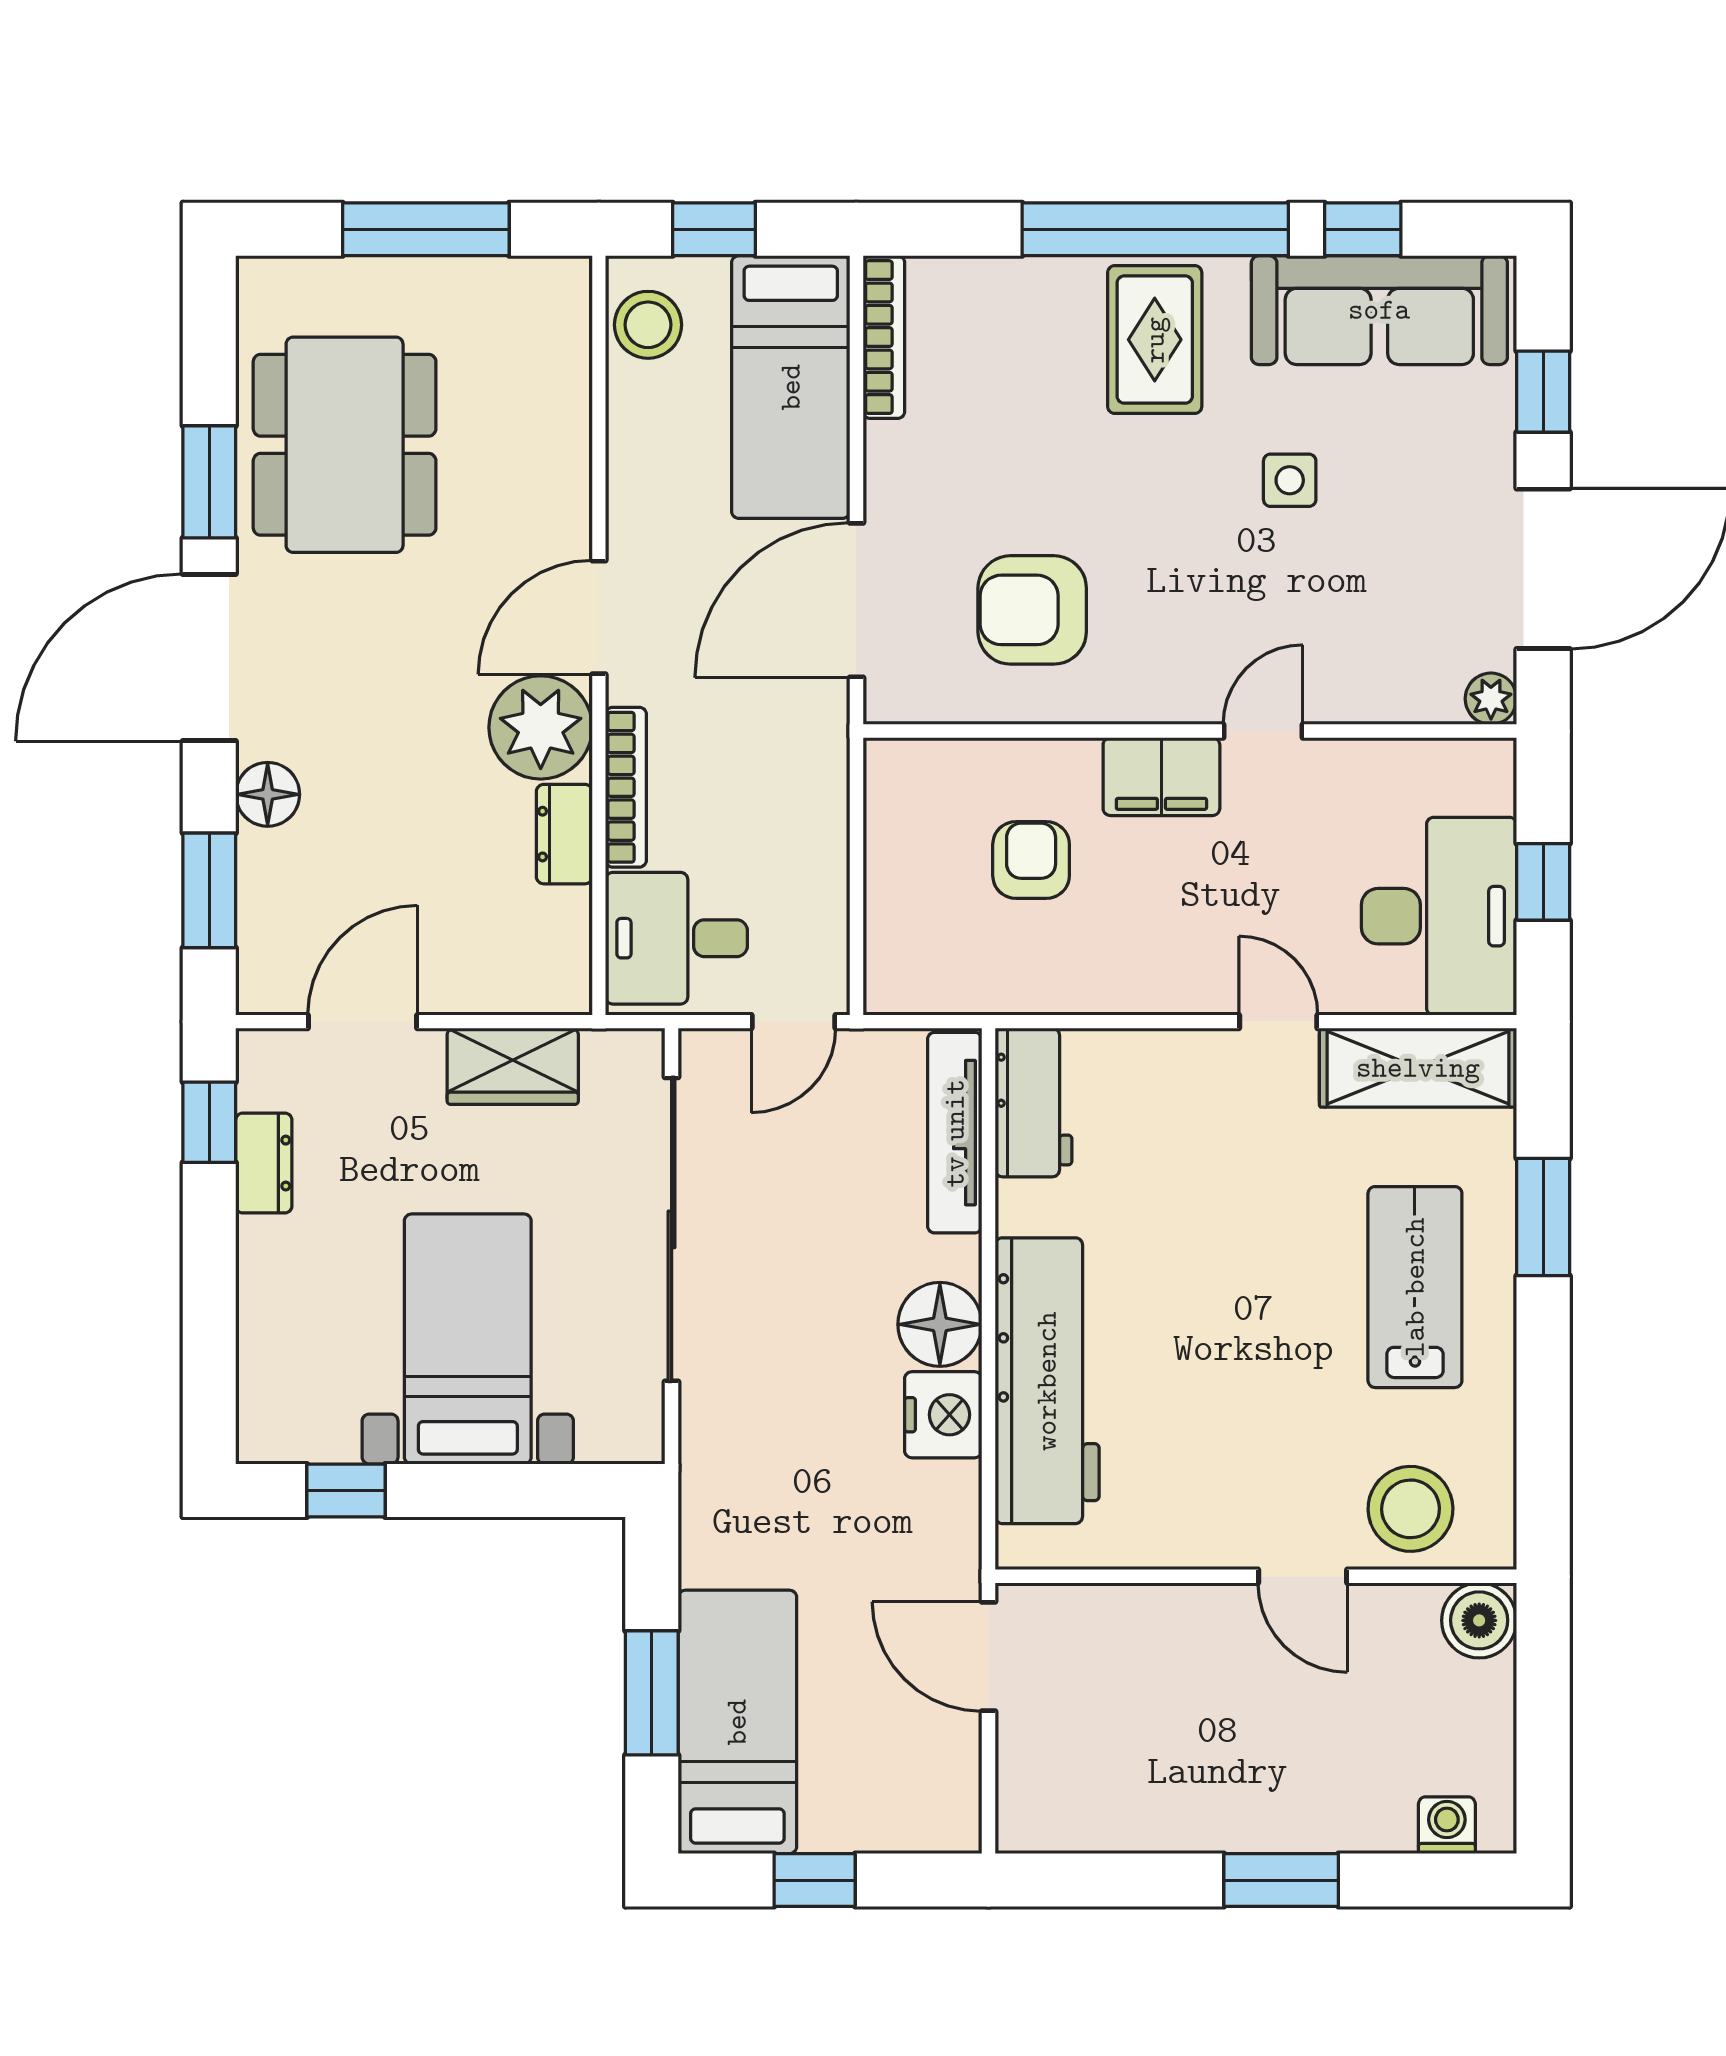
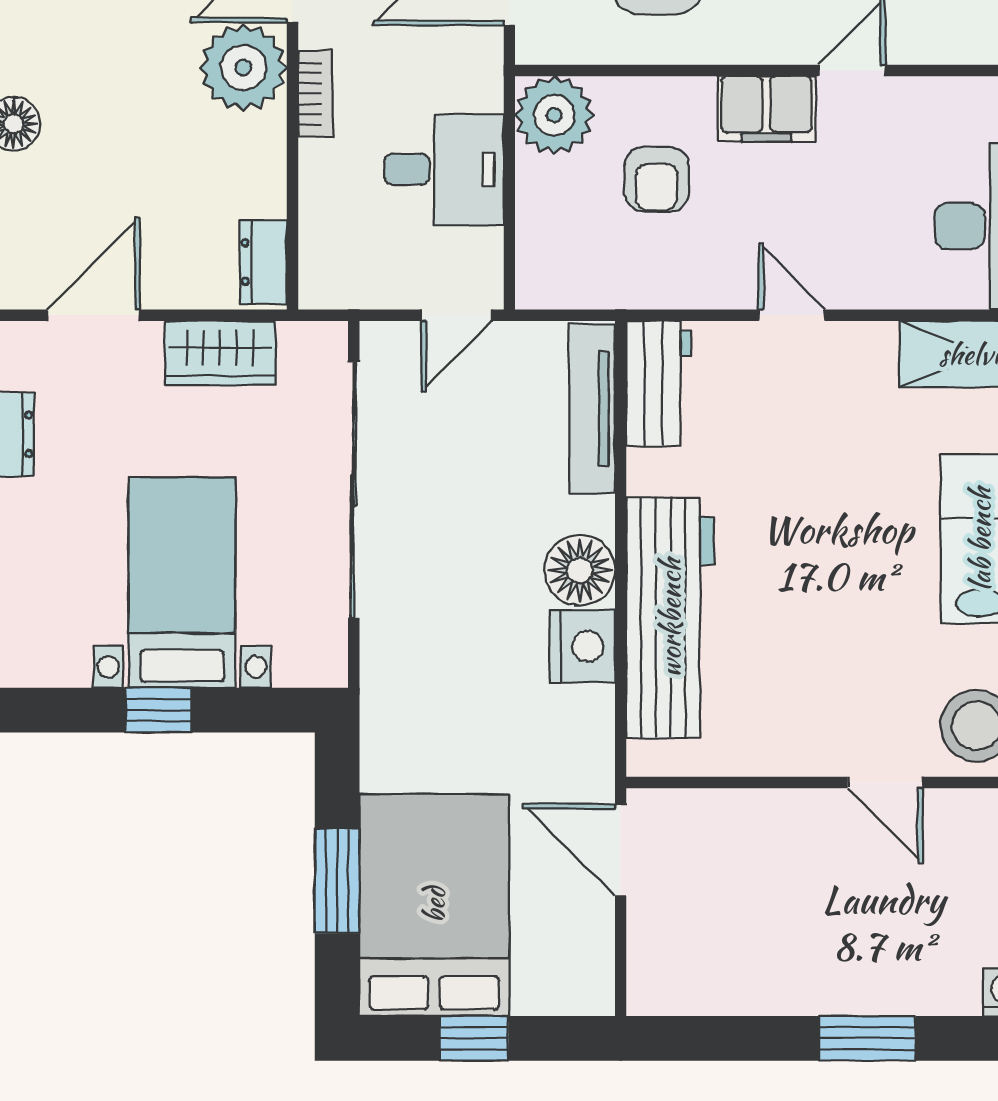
plant: (910, 784) -> (554, 115), added
bookcase: (626, 787) -> (315, 94), width x0.64
dresser: (564, 834) -> (263, 262), moved
armchair: (1031, 860) -> (657, 179), turned 180
desk: (676, 938) -> (444, 170), moved, turned 180
door: (1278, 1022) -> (792, 315), moved
window: (346, 1490) -> (159, 710), moved
bed: (737, 1722) -> (434, 905), width x1.50

